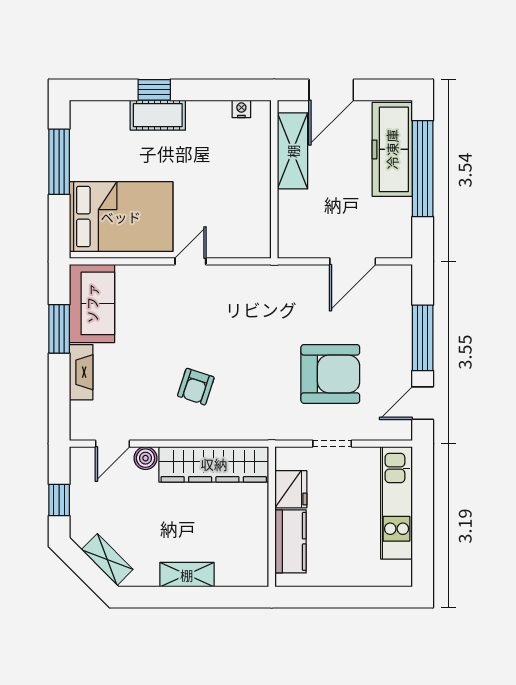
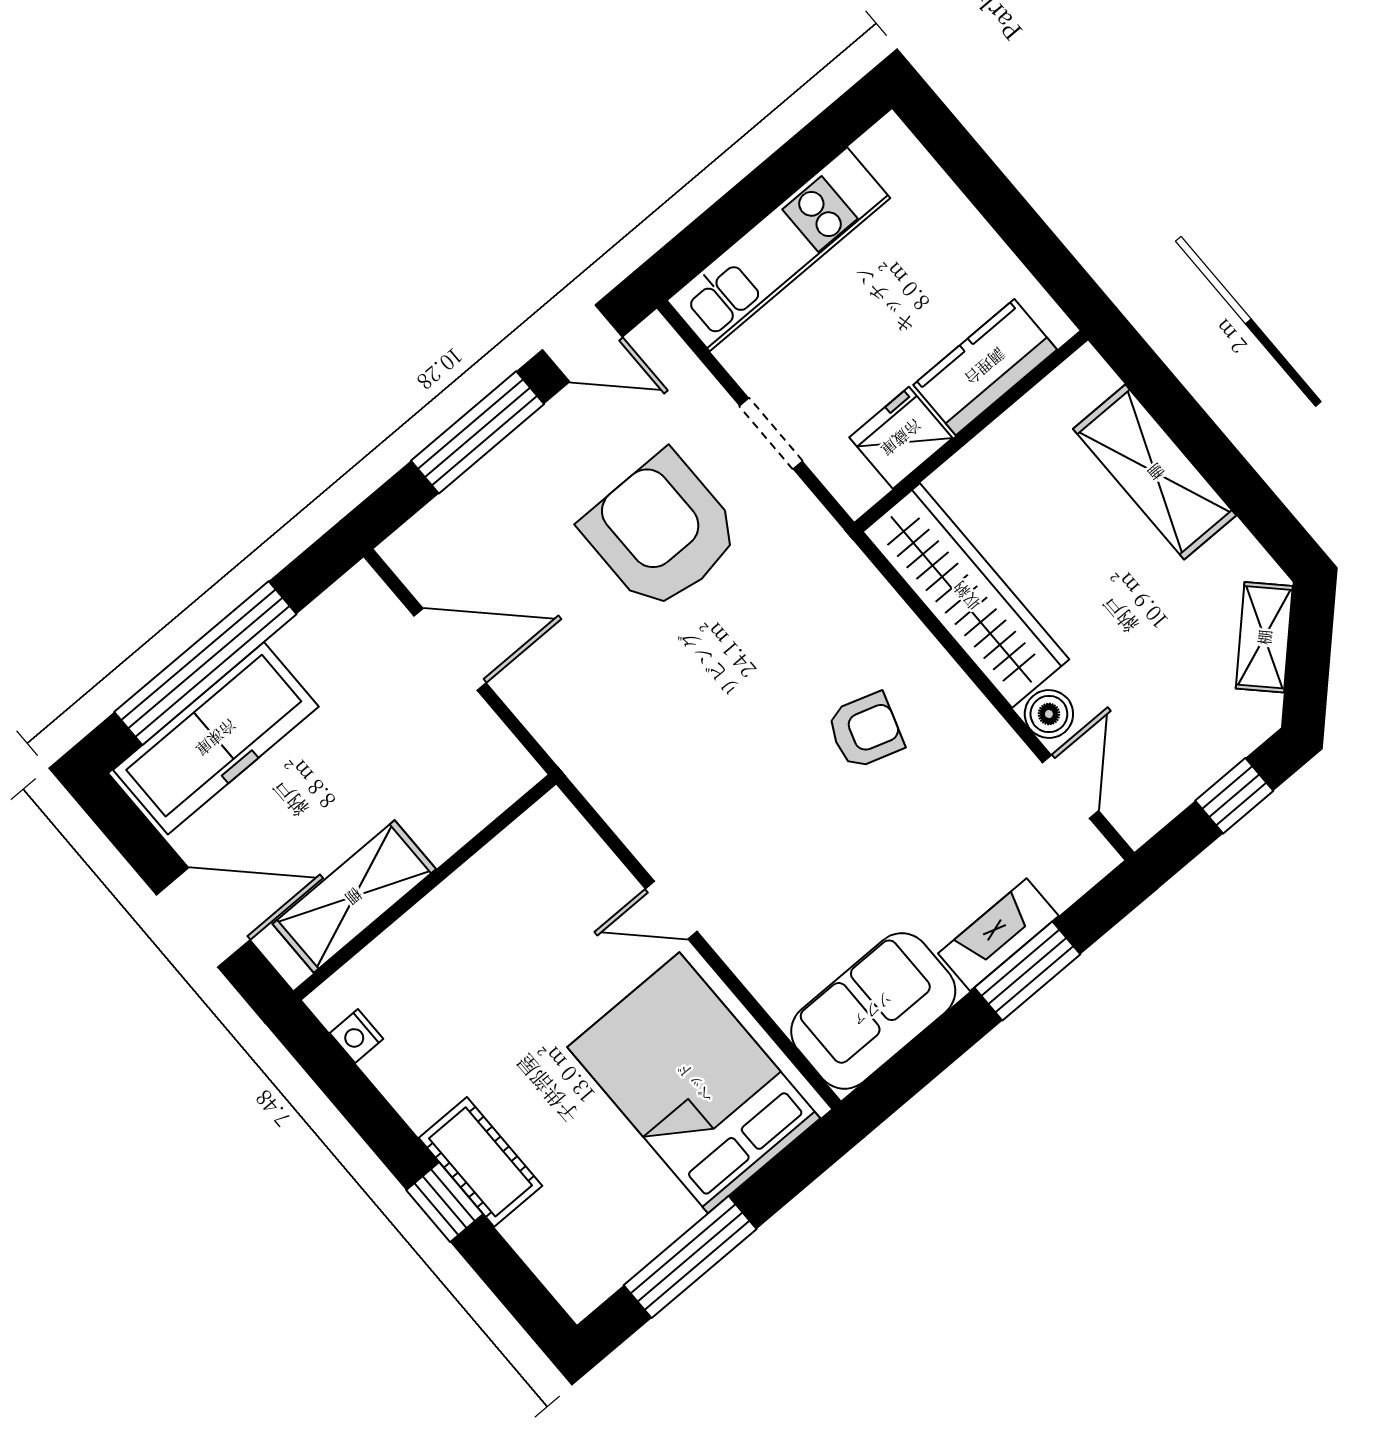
window: (59, 329) -> (1027, 971), moved
door: (113, 444) -> (1070, 787), hinge flipped
shelving: (187, 575) -> (1155, 472), width x1.50, depth x1.33

